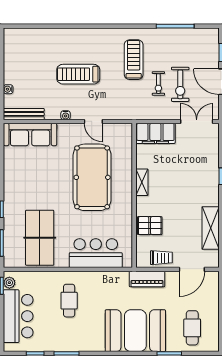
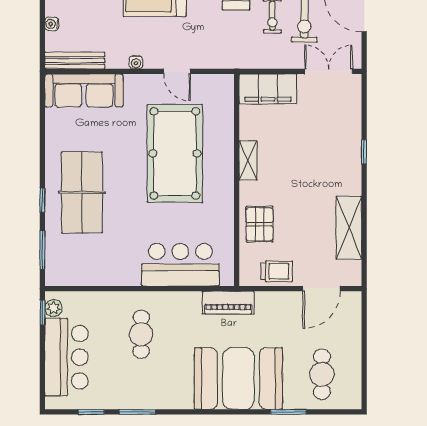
pallet: (150, 226) -> (260, 224), turned 90
table tennis table: (40, 238) -> (82, 192), moved
piano: (147, 279) -> (228, 303), moved

